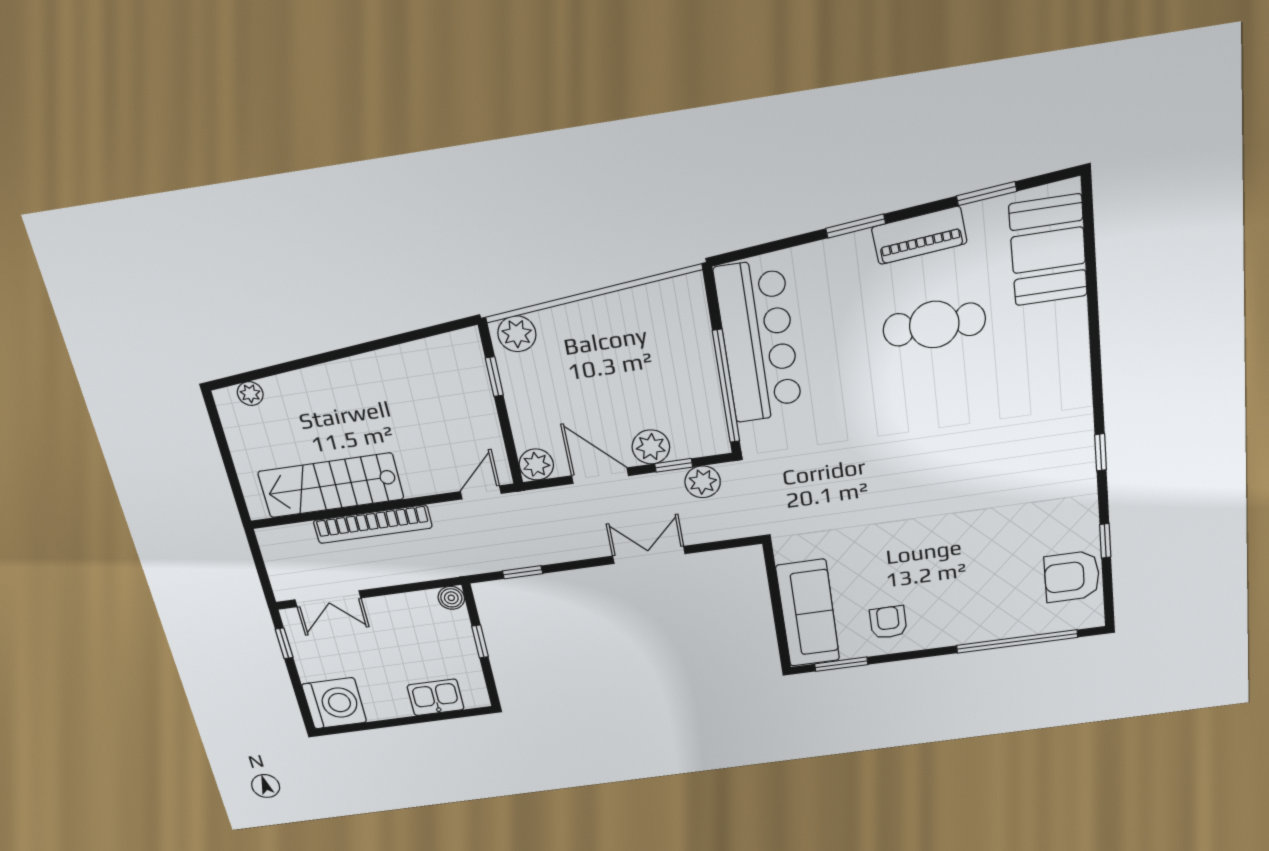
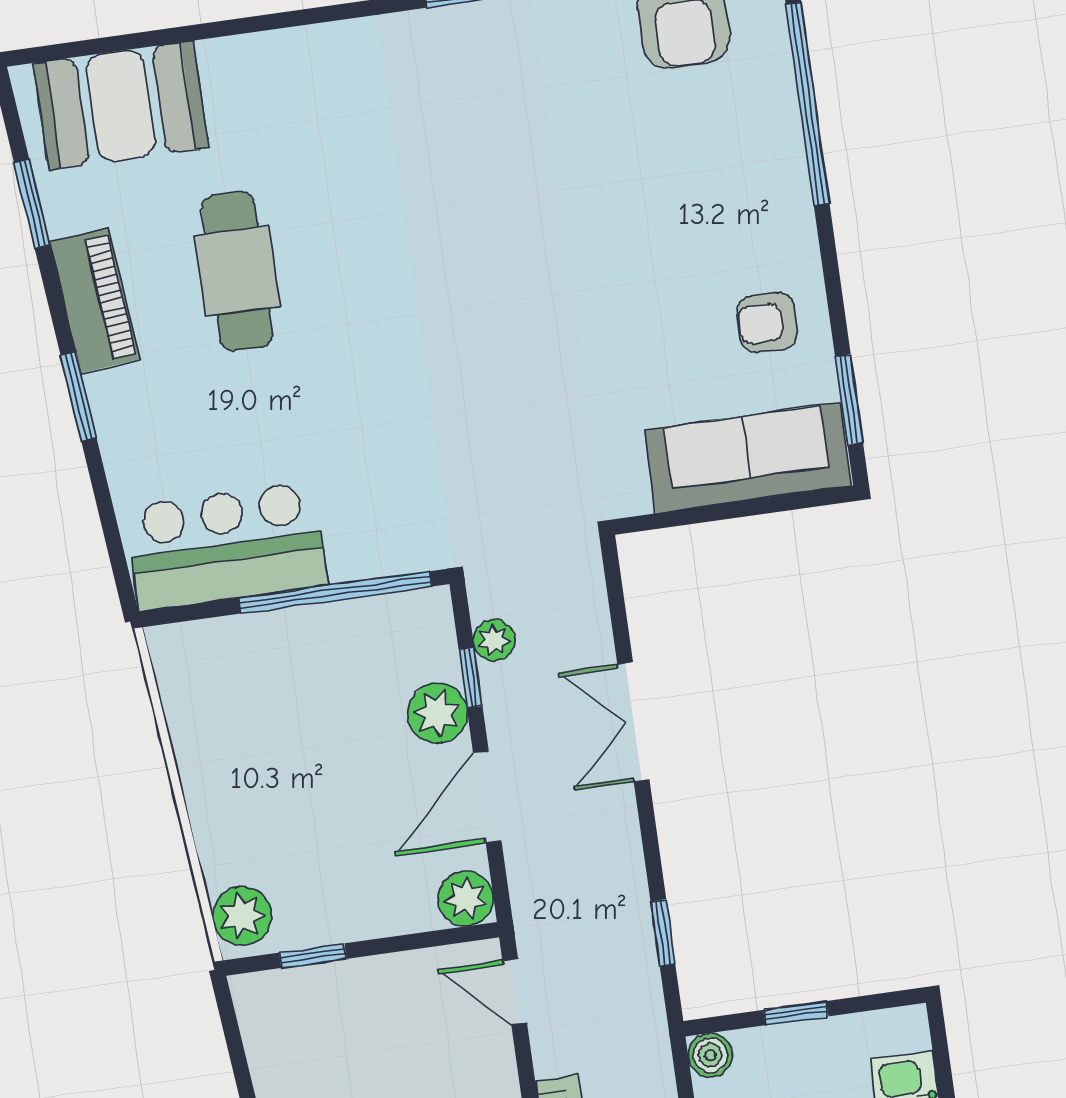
bar counter: (759, 341) -> (226, 546), width x0.73
plant: (703, 482) -> (494, 640), width x0.73, depth x0.73

